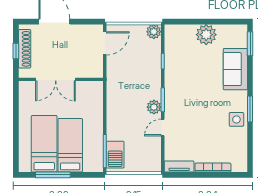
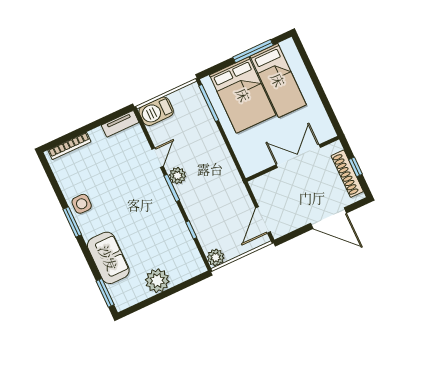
bed: (70, 145) -> (243, 95), width x1.50
barbecue: (115, 155) -> (156, 111), moved, turned -90
bookcase: (213, 168) -> (69, 146), moved

